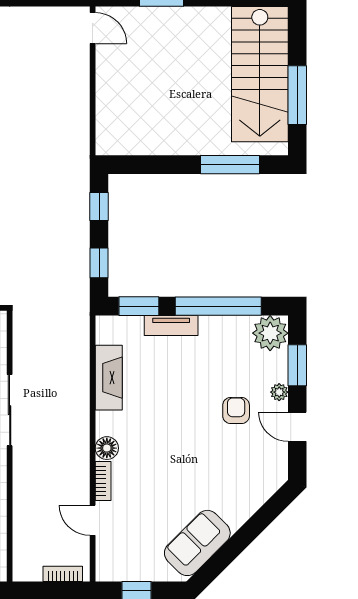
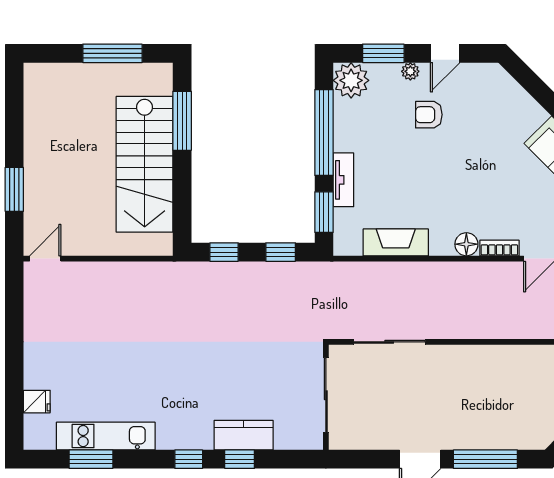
stairs: (260, 74) -> (145, 164), moved, turned 90
sliding door: (10, 410) -> (389, 342), moved

